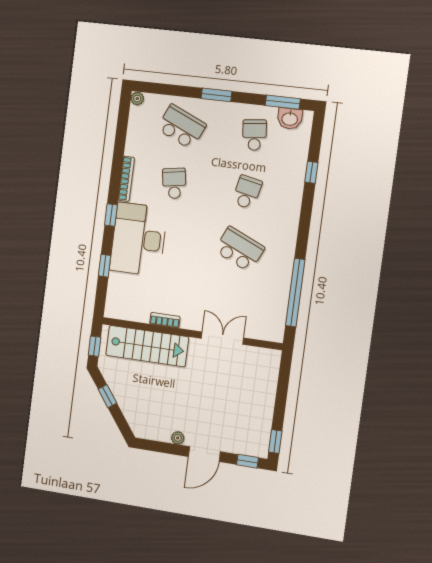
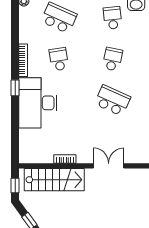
window: (105, 266) -> (15, 125), removed

